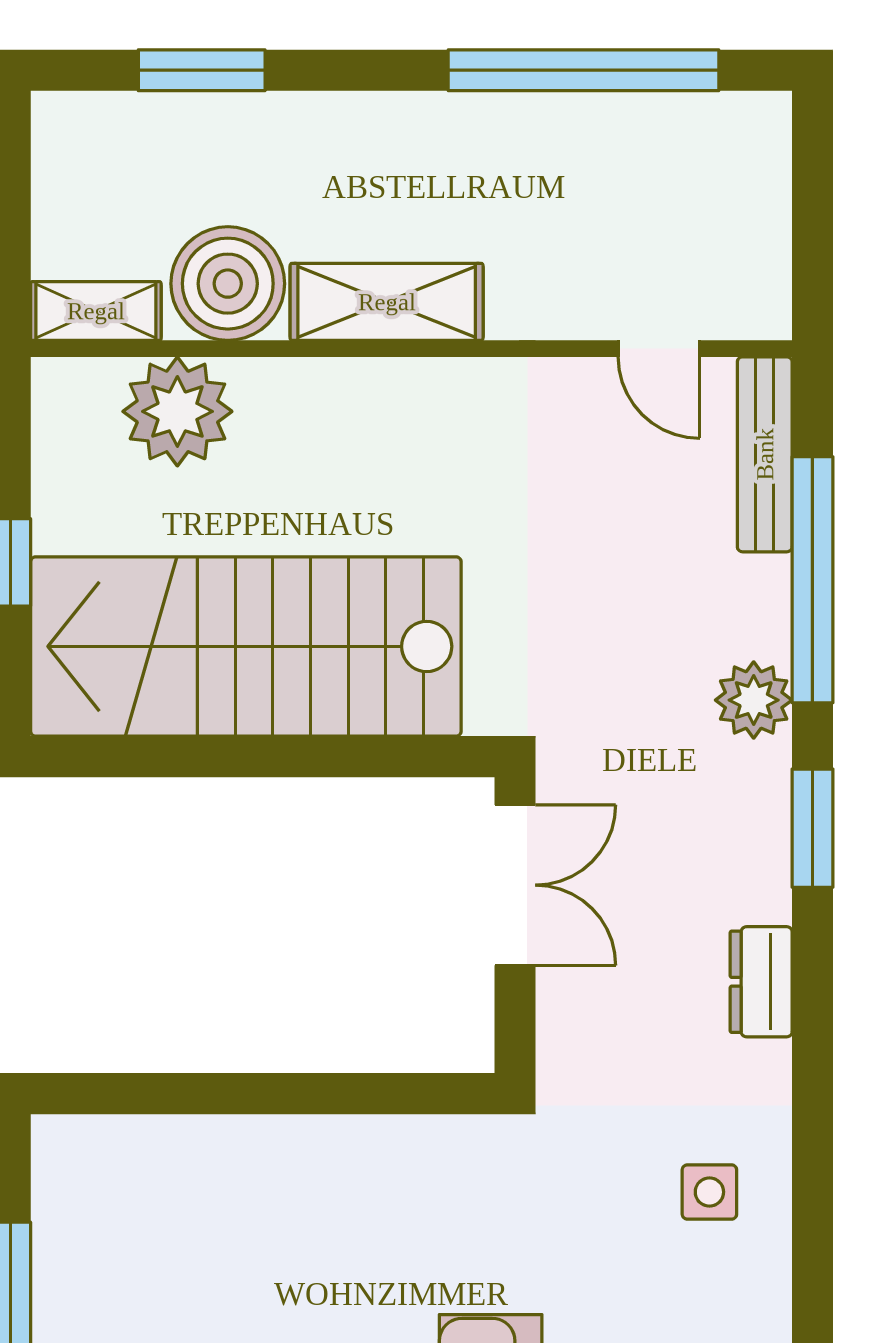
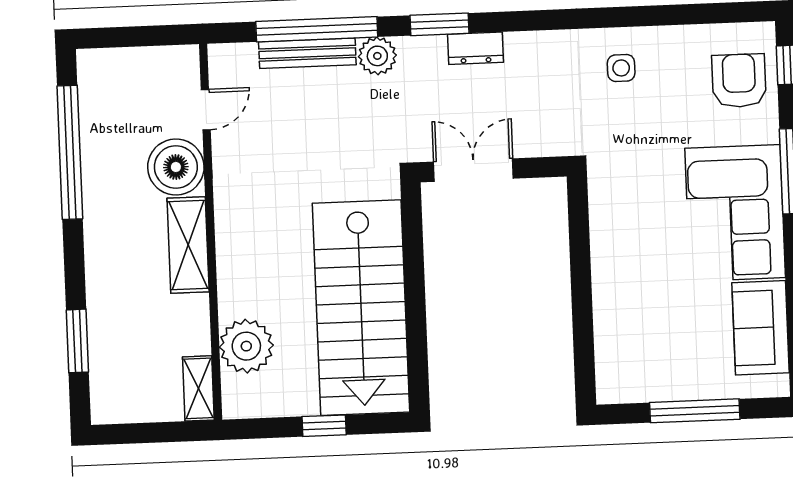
boiler: (228, 284) -> (176, 167), moved
bench: (765, 454) -> (307, 53), moved
dresser: (761, 982) -> (476, 48), moved

